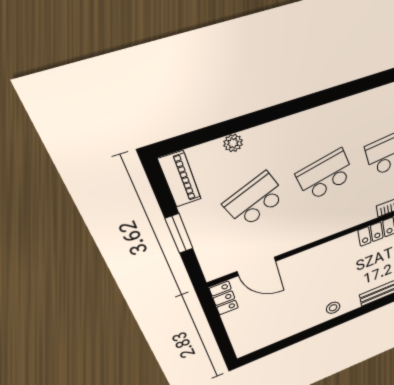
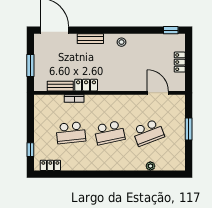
piano: (180, 179) -> (179, 157), removed
locker: (224, 298) -> (180, 62), moved
window: (261, 353) -> (171, 30), added

